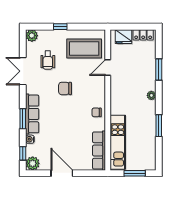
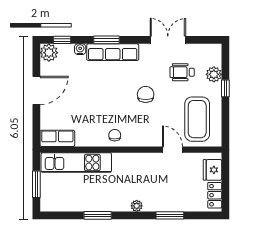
plant: (32, 36) -> (214, 74), moved
row of seats: (99, 151) -> (57, 138), width x0.68

